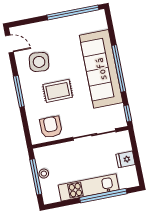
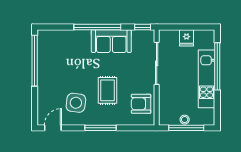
sofa: (101, 69) -> (111, 41), width x0.54, depth x0.79

